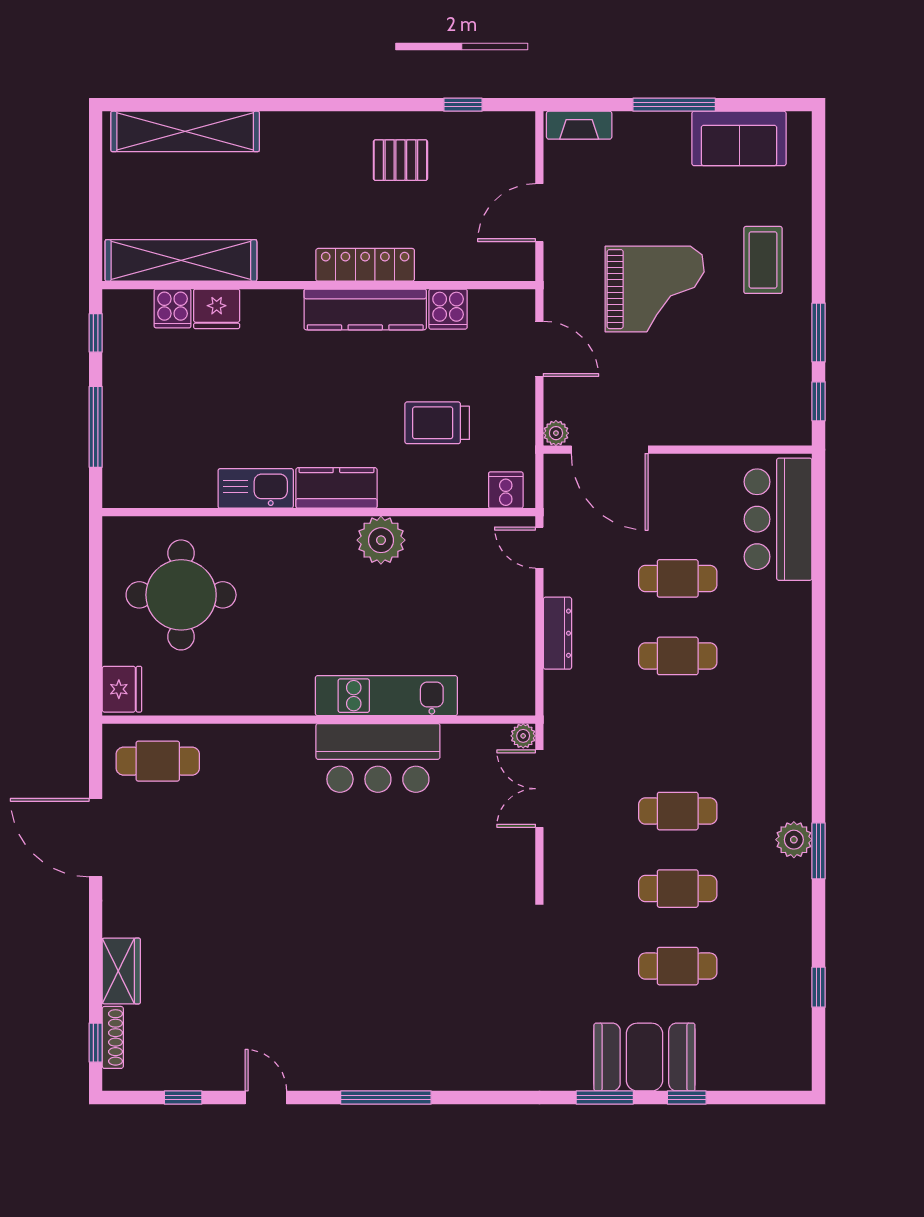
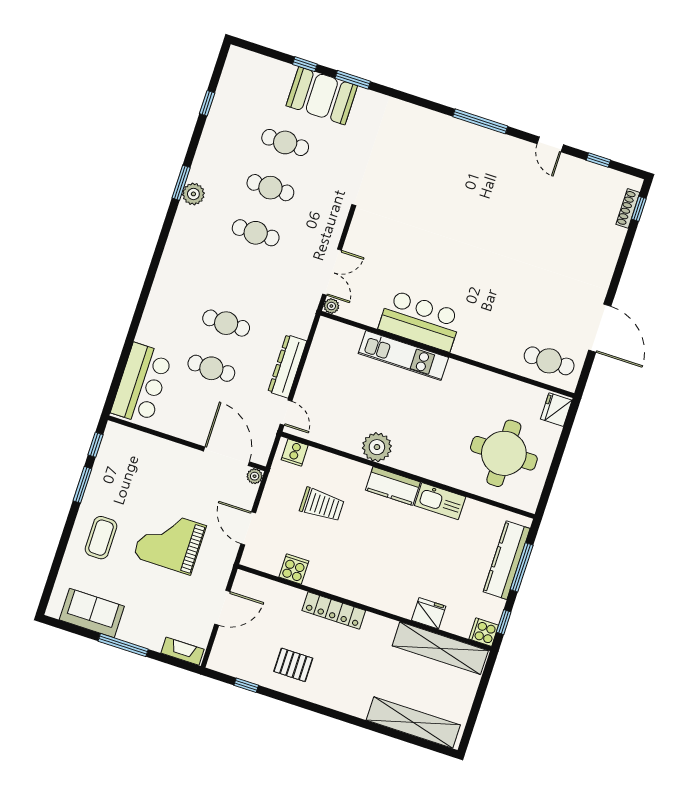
cooker: (173, 308) -> (484, 632), moved, turned -90
kitchen counter: (365, 309) -> (507, 560), moved, turned -90
dresser: (557, 633) -> (287, 366), width x1.37, depth x1.24
wardrobe: (121, 971) -> (610, 246), removed

